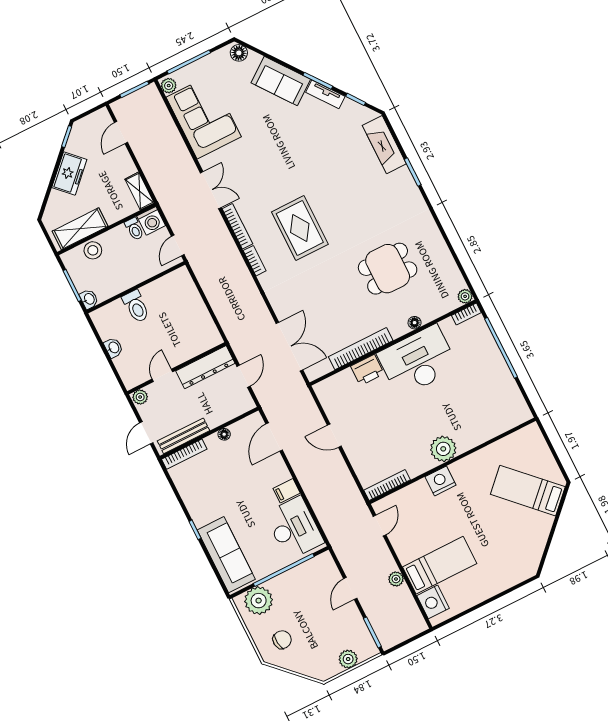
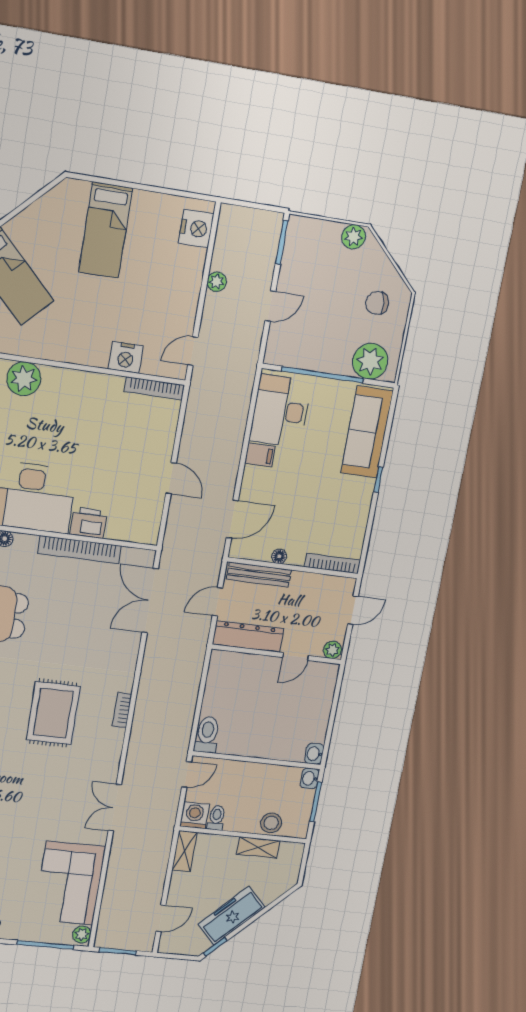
freezer: (69, 174) -> (231, 916), width x1.40
bookcase: (237, 226) -> (114, 755), removed
shelving: (80, 229) -> (258, 847), width x0.67, depth x0.75
toilet: (136, 306) -> (207, 735), moved
washbasin: (113, 348) -> (314, 754), moved
bench: (184, 436) -> (259, 575), moved
plant: (443, 449) -> (24, 379), moved
nightstand: (440, 481) -> (126, 357), moved
bed: (440, 565) -> (106, 230), moved, turned -90
plant: (348, 659) -> (354, 237), moved

